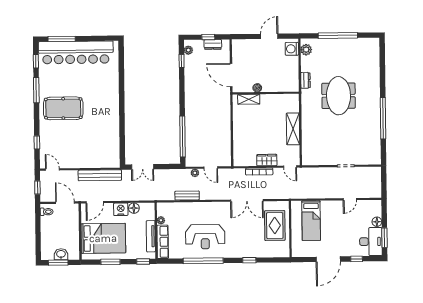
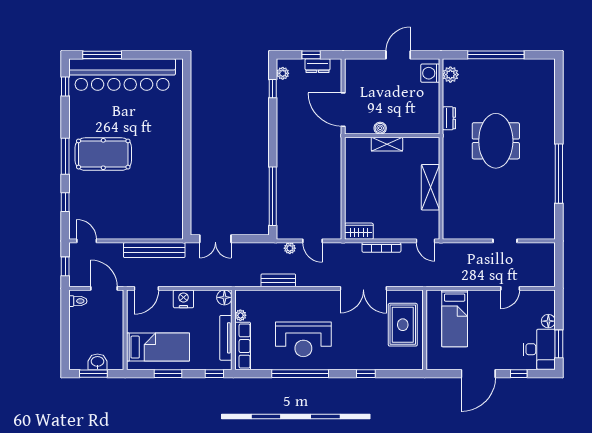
window: (36, 90) -> (65, 156), moved
shelving: (249, 99) -> (387, 144), moved
wardrobe: (267, 160) -> (359, 231), moved
floor lamp: (134, 208) -> (224, 297), moved
bed: (103, 238) -> (158, 347), width x0.67

